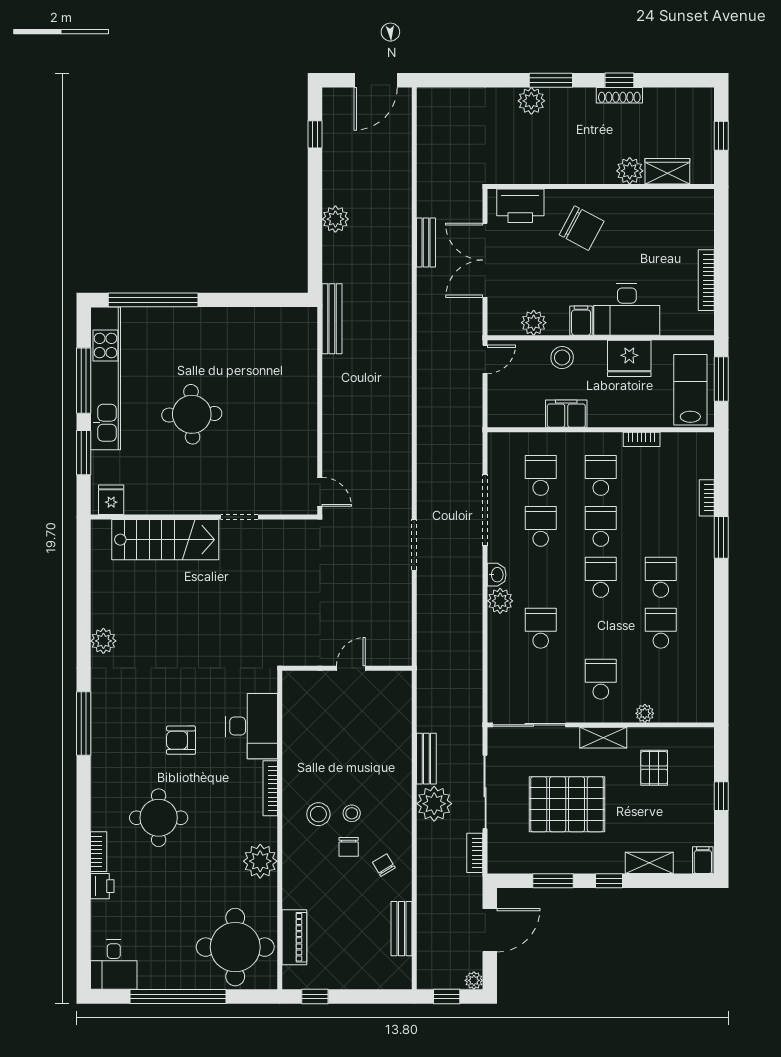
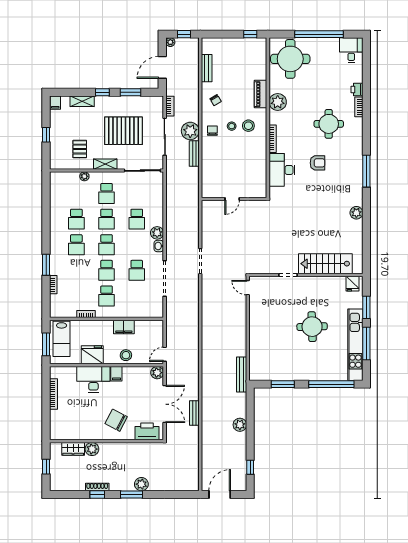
window: (250, 300) -> (283, 384), added
plant: (534, 323) -> (157, 373), moved
school desk: (541, 475) -> (107, 219), moved
chair: (349, 847) -> (212, 131), moved
piano: (294, 937) -> (261, 94), moved

